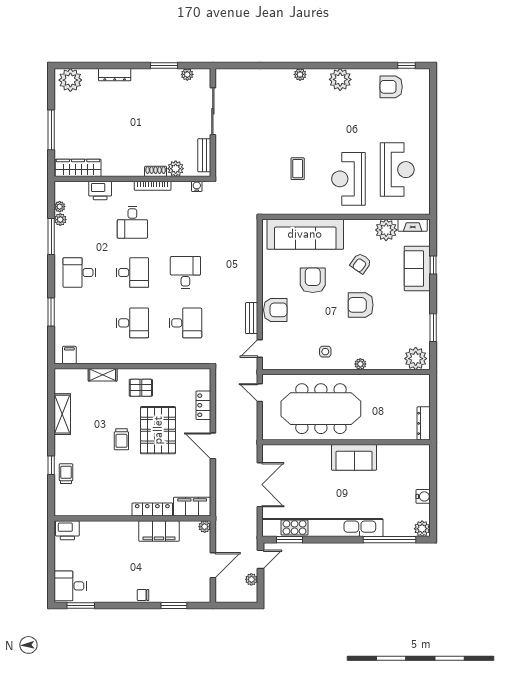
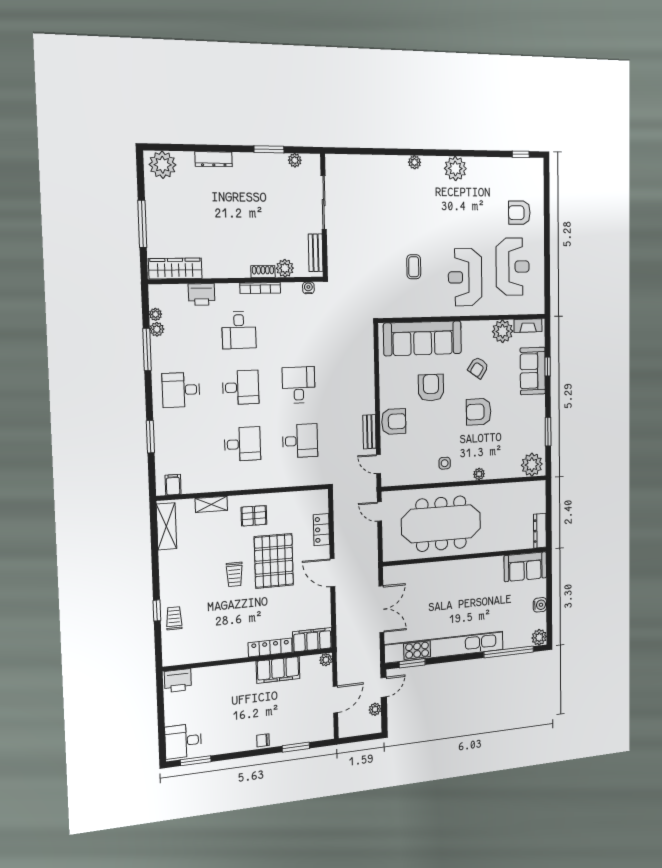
armchair: (391, 87) -> (519, 213), moved
door: (260, 348) -> (379, 464), hinge flipped
shelving: (62, 414) -> (166, 526), moved
sofa: (354, 457) -> (525, 567), moved

